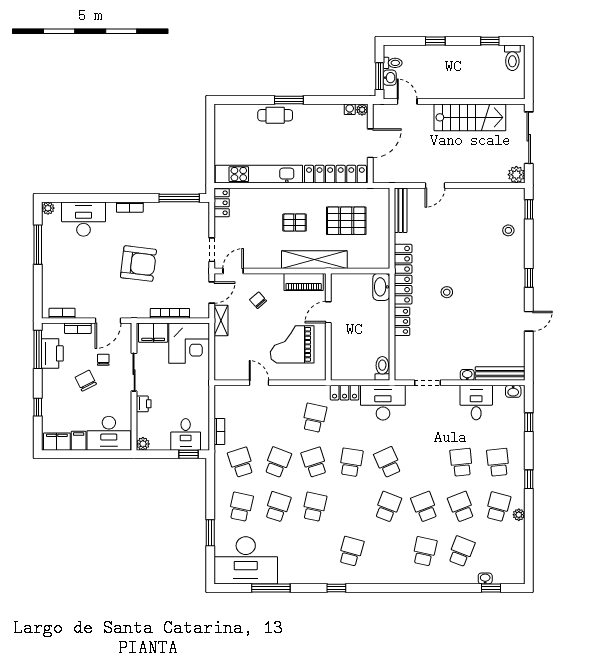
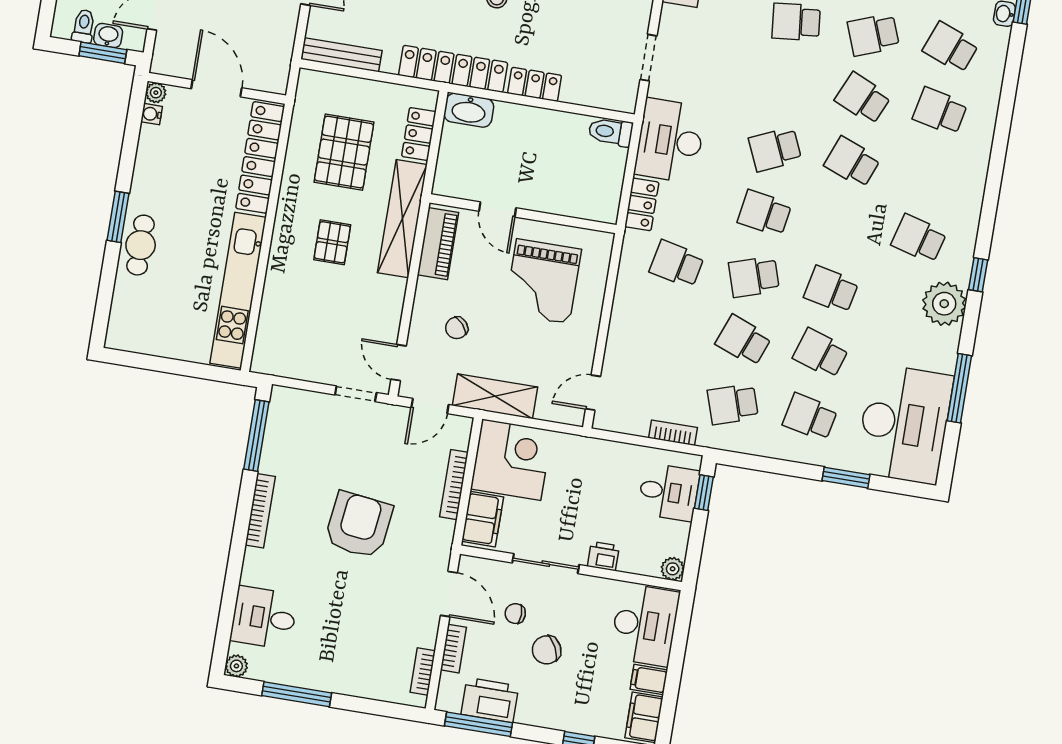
locker: (222, 203) -> (419, 134), moved, turned -90
bookcase: (130, 207) -> (260, 511), width x1.56
desk: (84, 219) -> (264, 618), width x0.73
door: (212, 293) -> (430, 406), swing flipped
shelving: (221, 320) -> (495, 396), width x1.50, depth x1.33
door: (259, 383) -> (593, 393), moved
school desk: (425, 507) -> (863, 98), turned 45
plant: (317, 572) -> (944, 304), added

